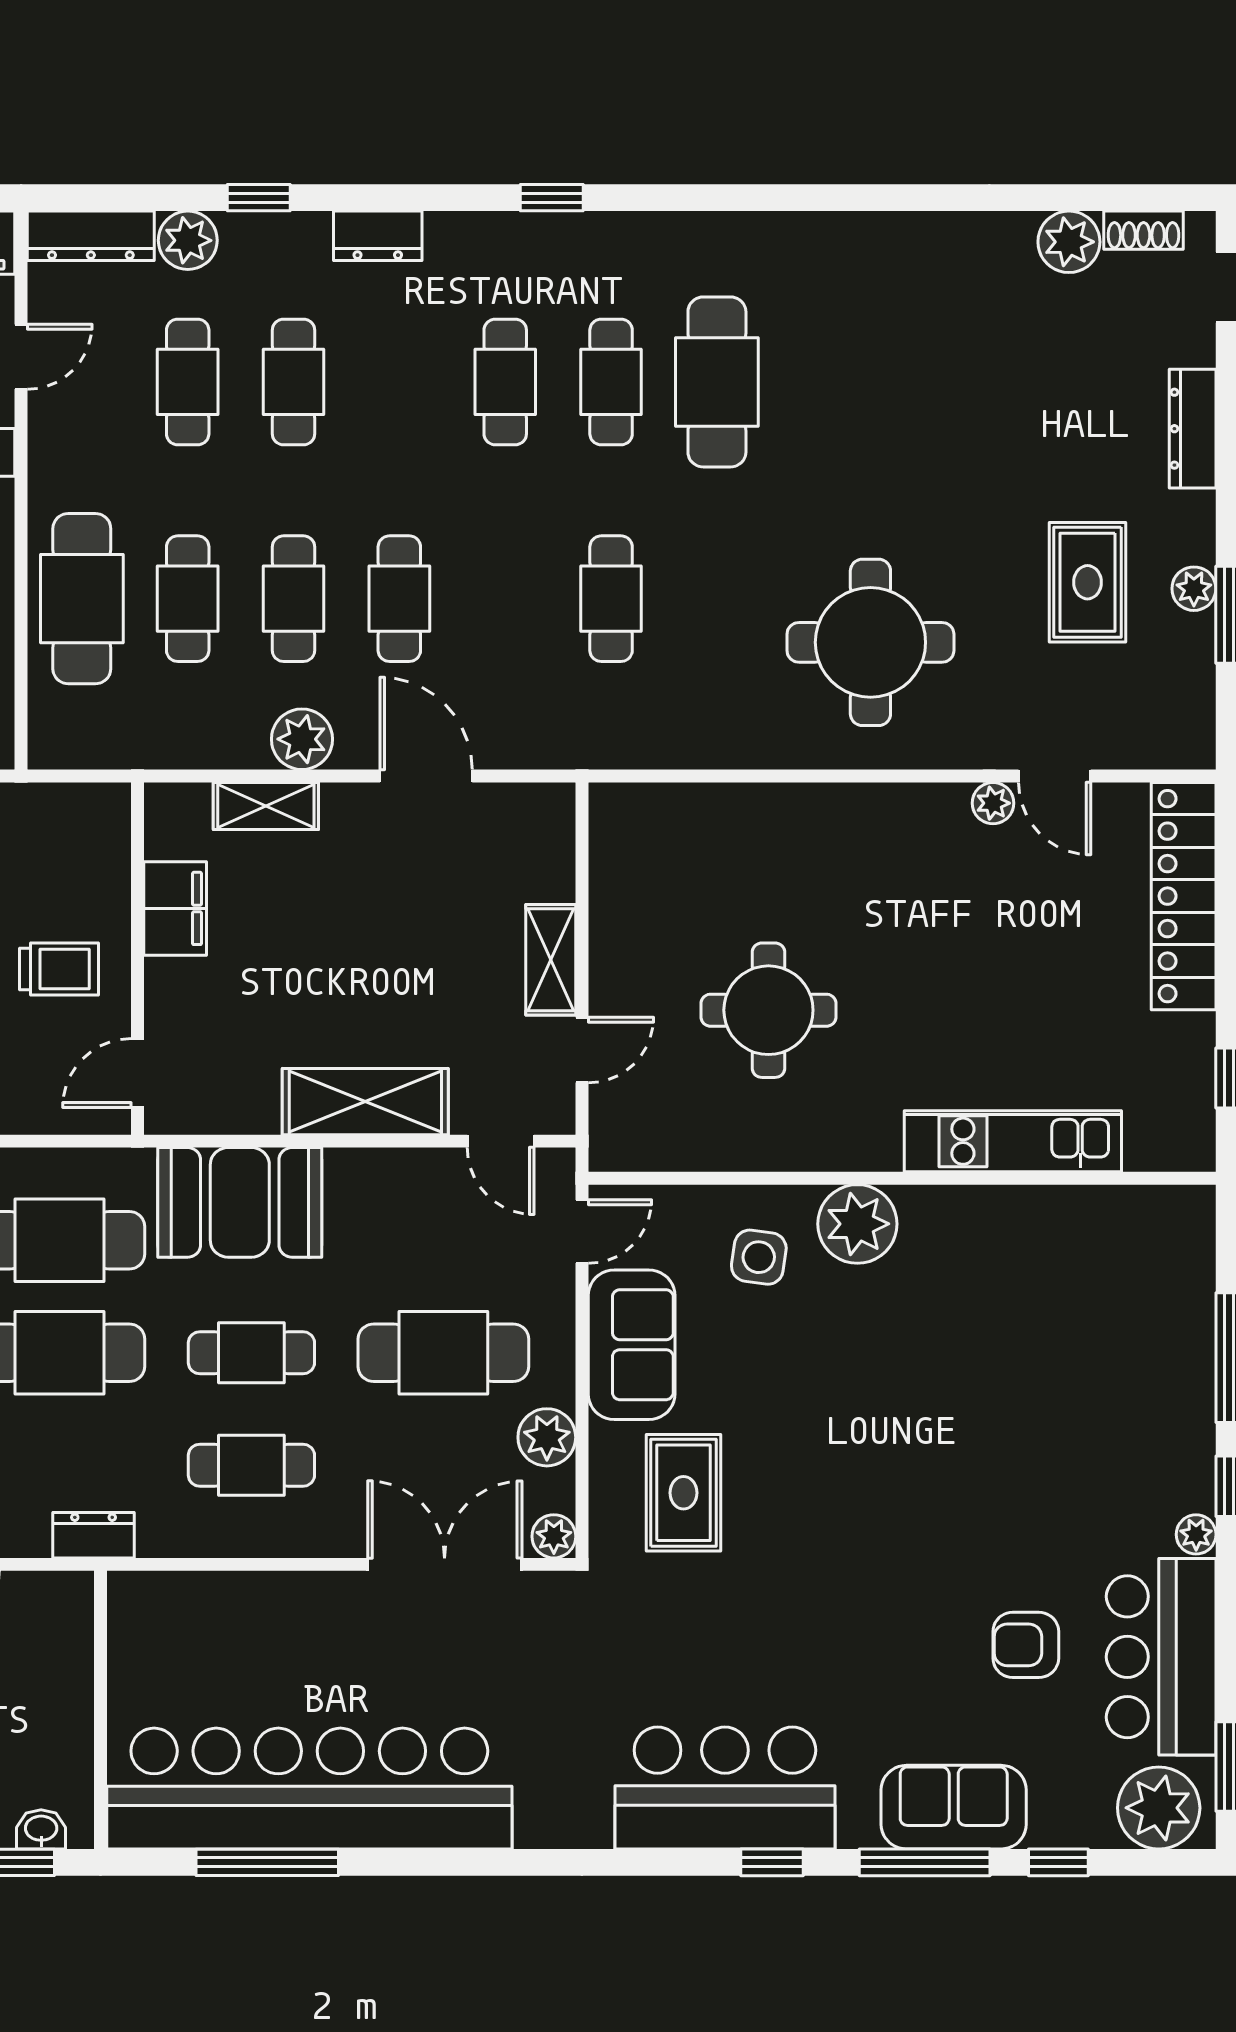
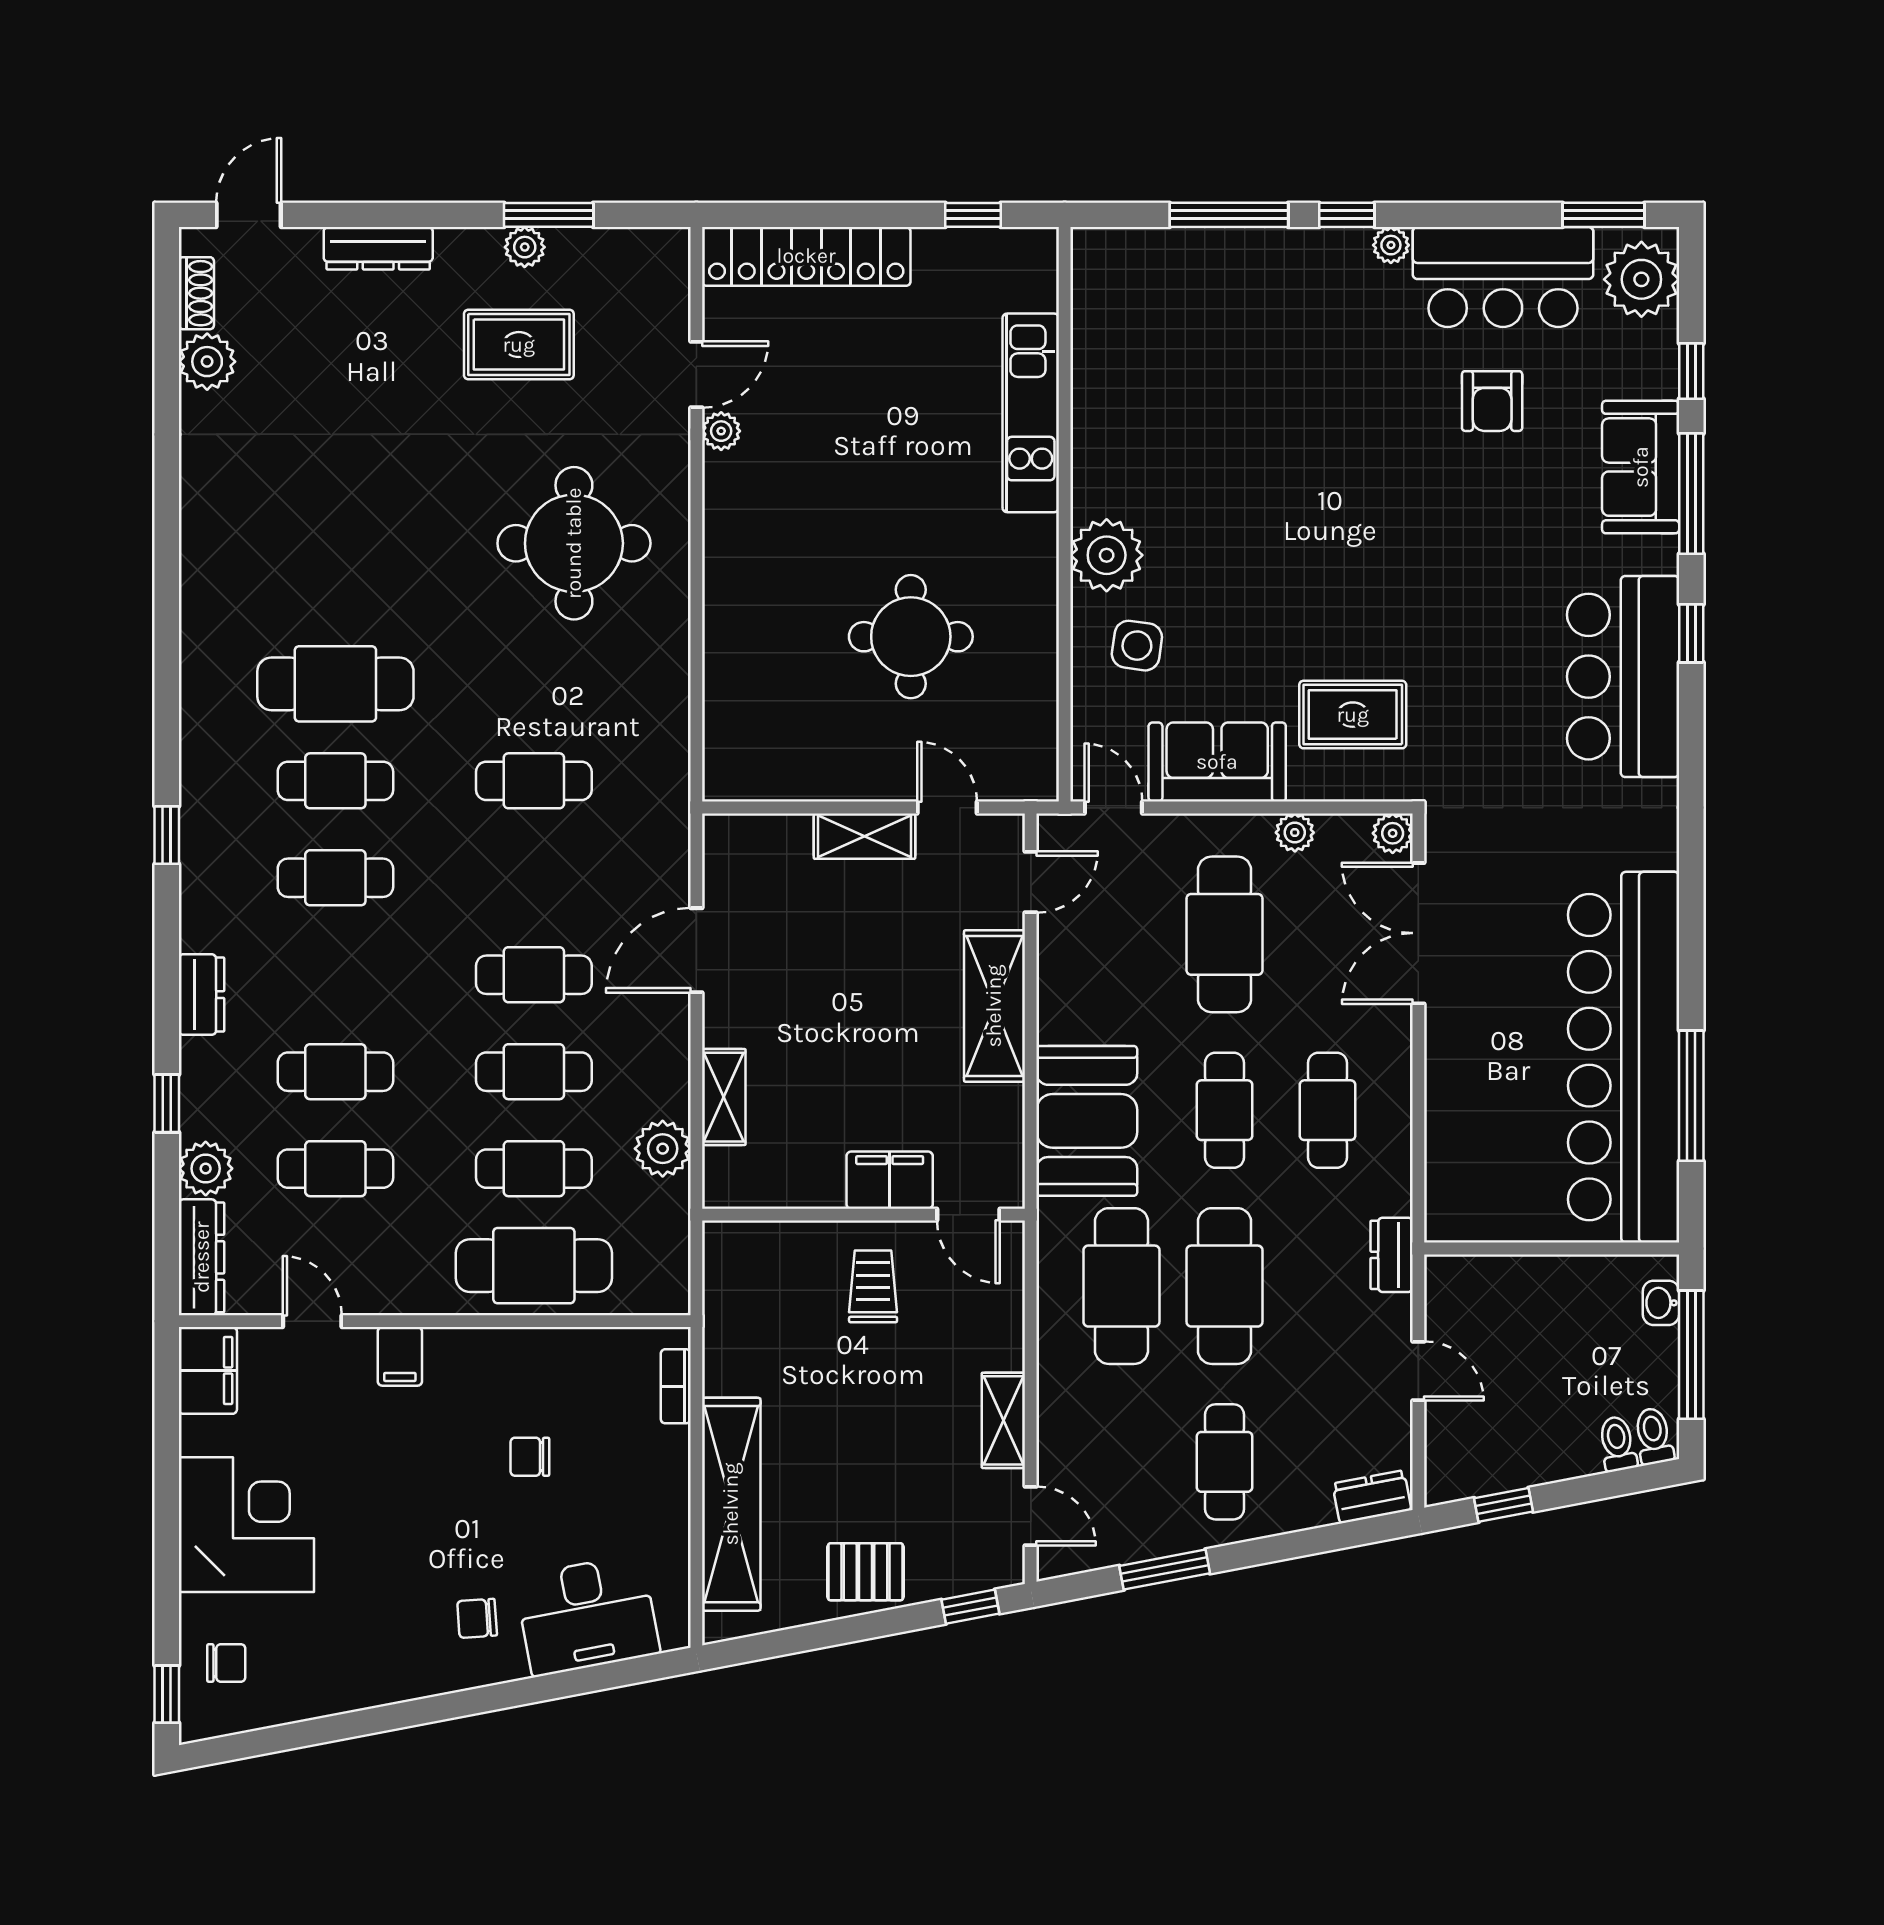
plant: (302, 739) -> (663, 1149), moved
filing cabinet: (175, 908) -> (890, 1180), moved
plant: (547, 1437) -> (1295, 832), width x0.73, depth x0.73

